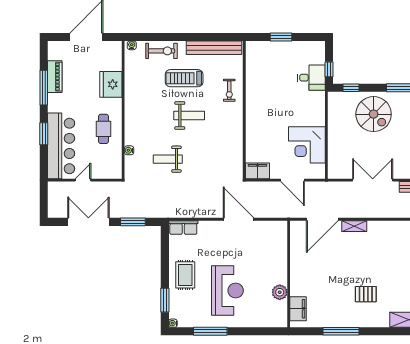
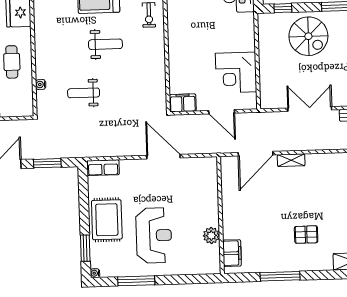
rug: (185, 275) -> (107, 220), width x1.36, depth x1.43

